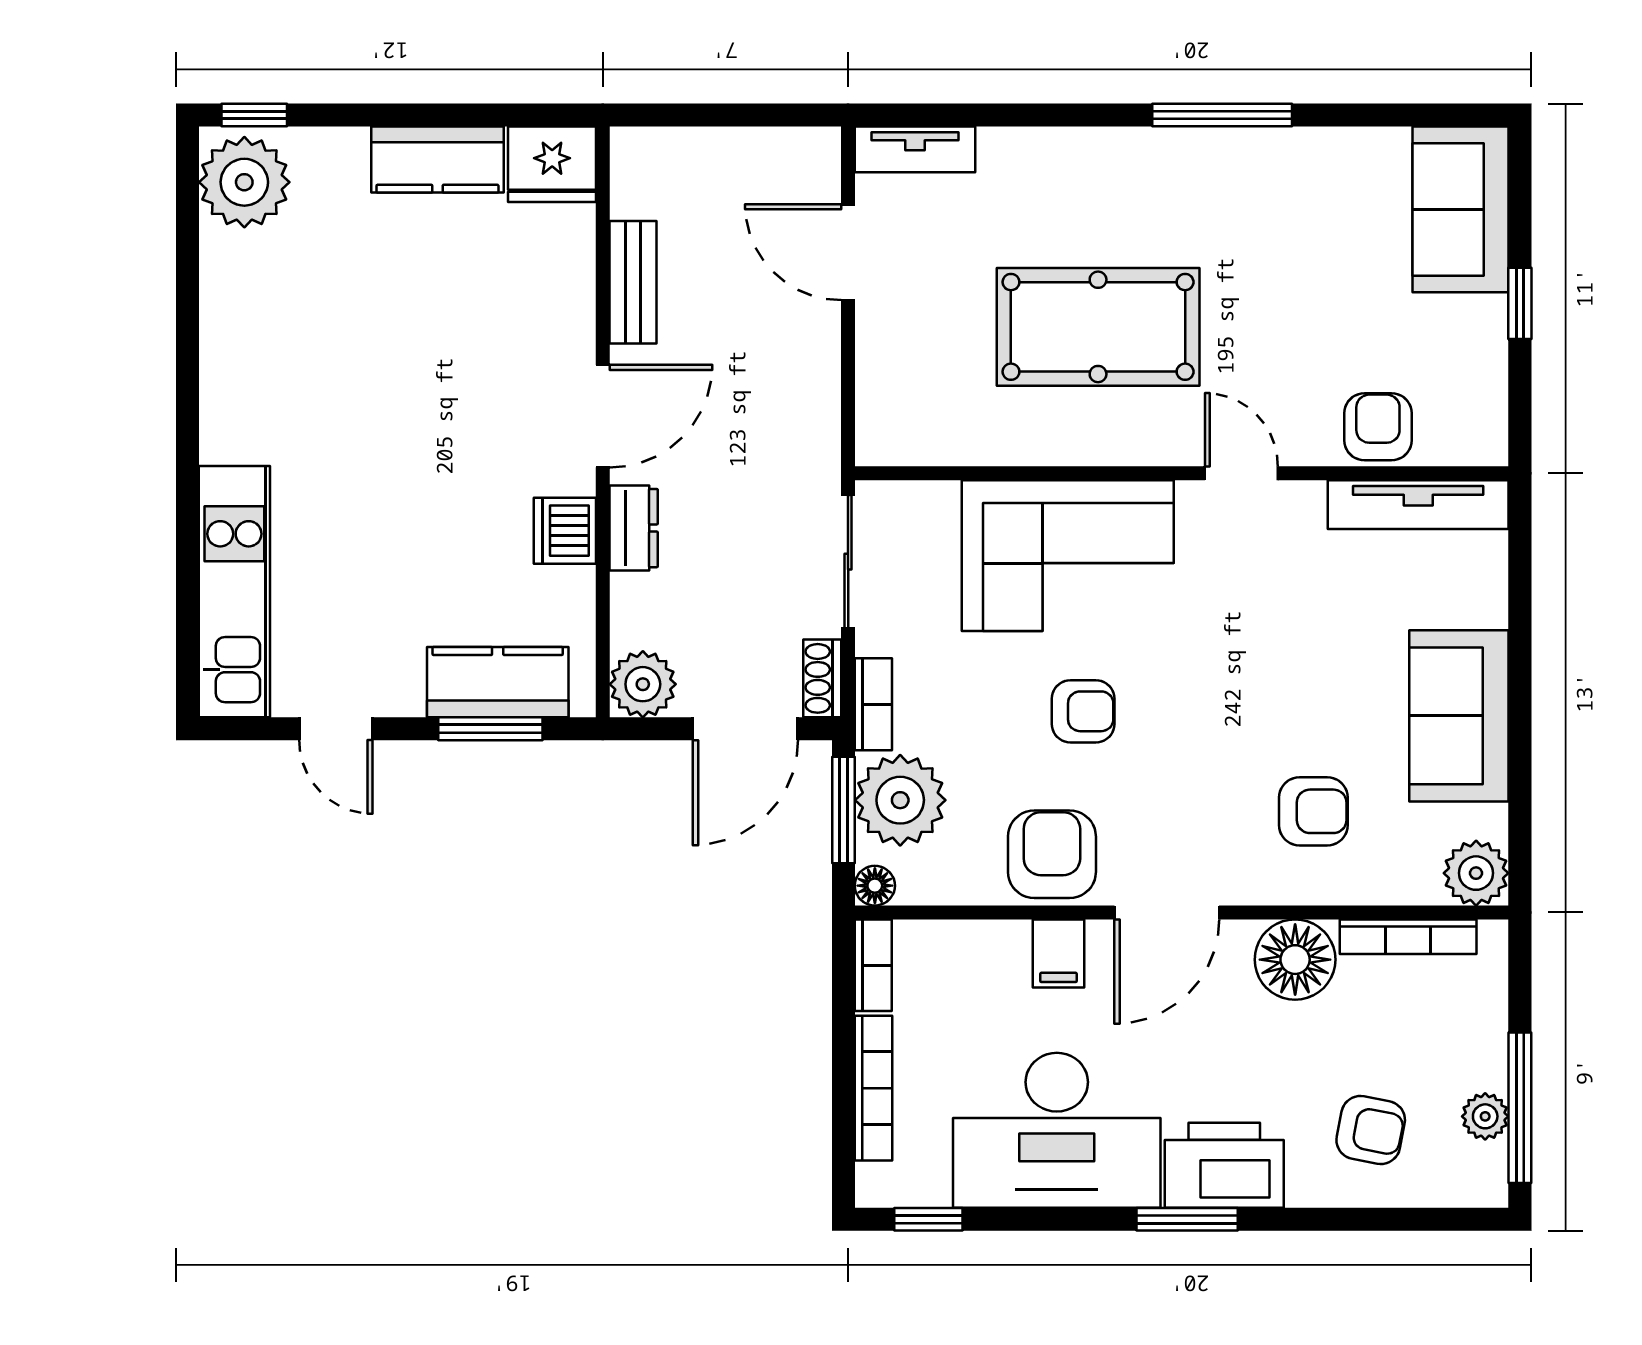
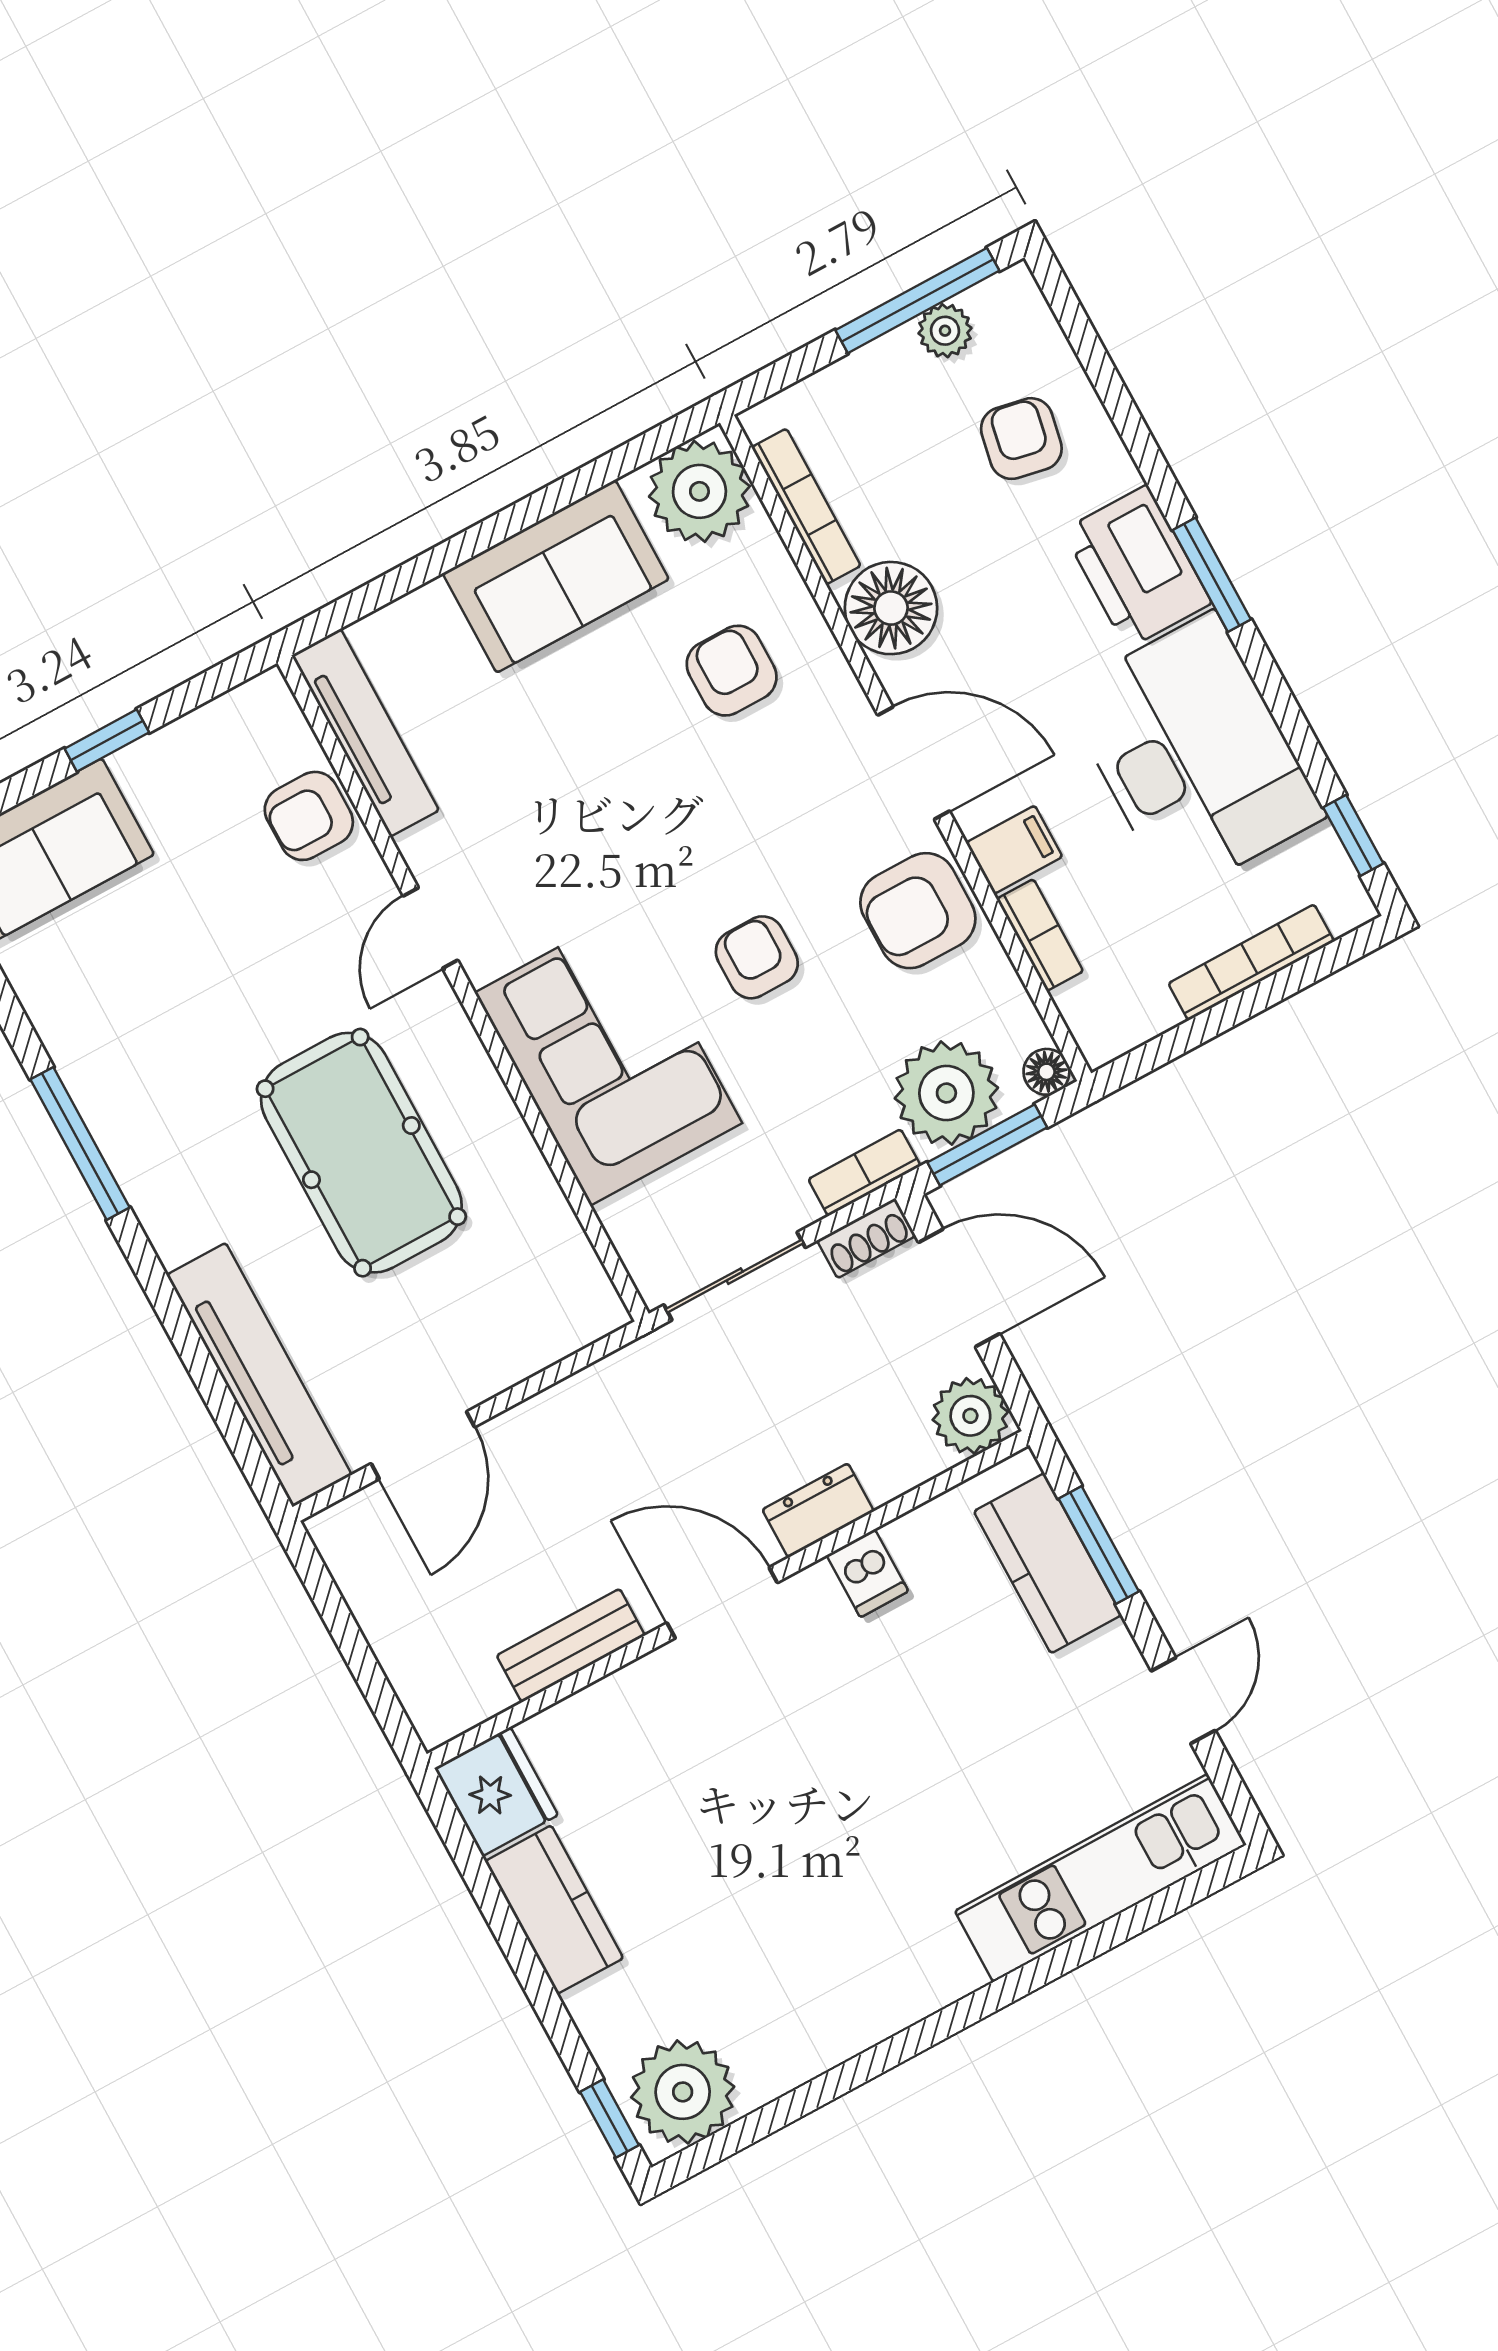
tv unit: (915, 149) -> (259, 1375), width x1.92, depth x1.29
dishwasher: (565, 531) -> (867, 1573), width x0.73
plant: (1476, 873) -> (699, 491), width x1.36, depth x1.36
bookcase: (873, 965) -> (1040, 935), moved, turned 90

